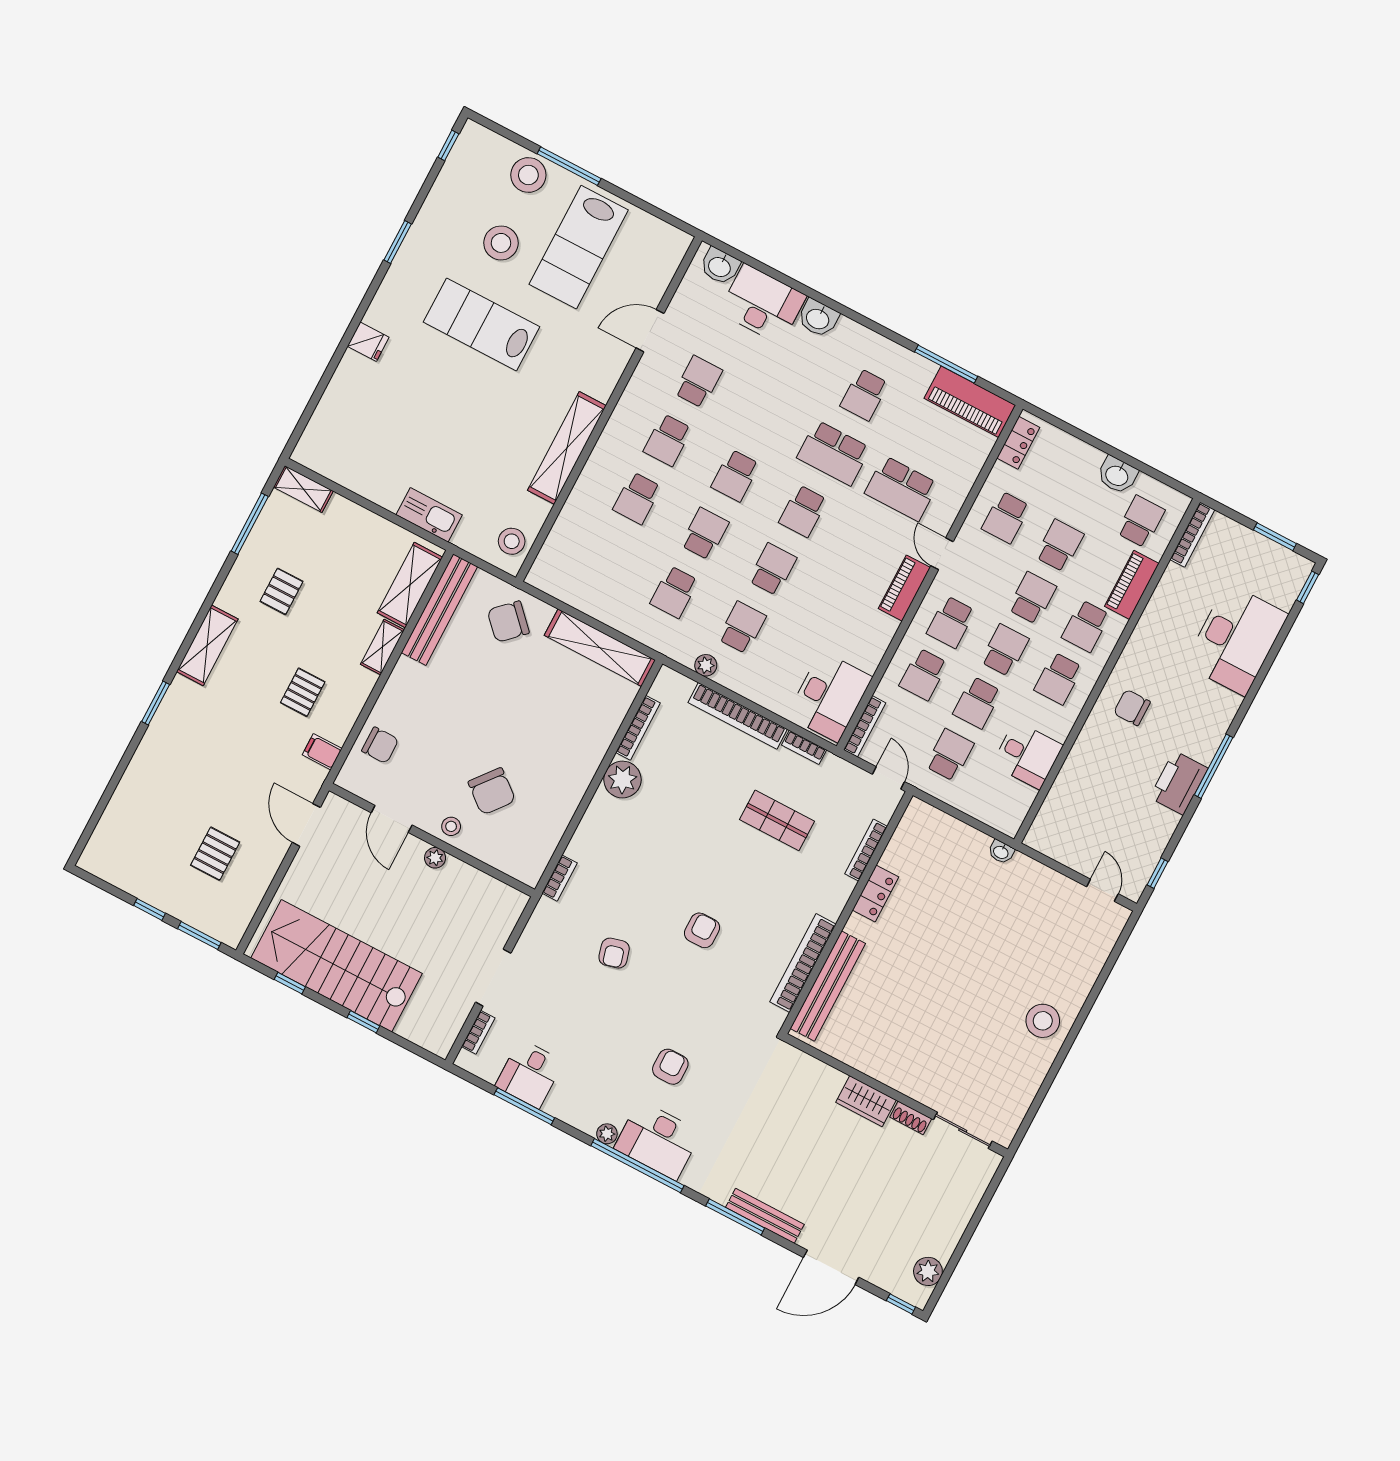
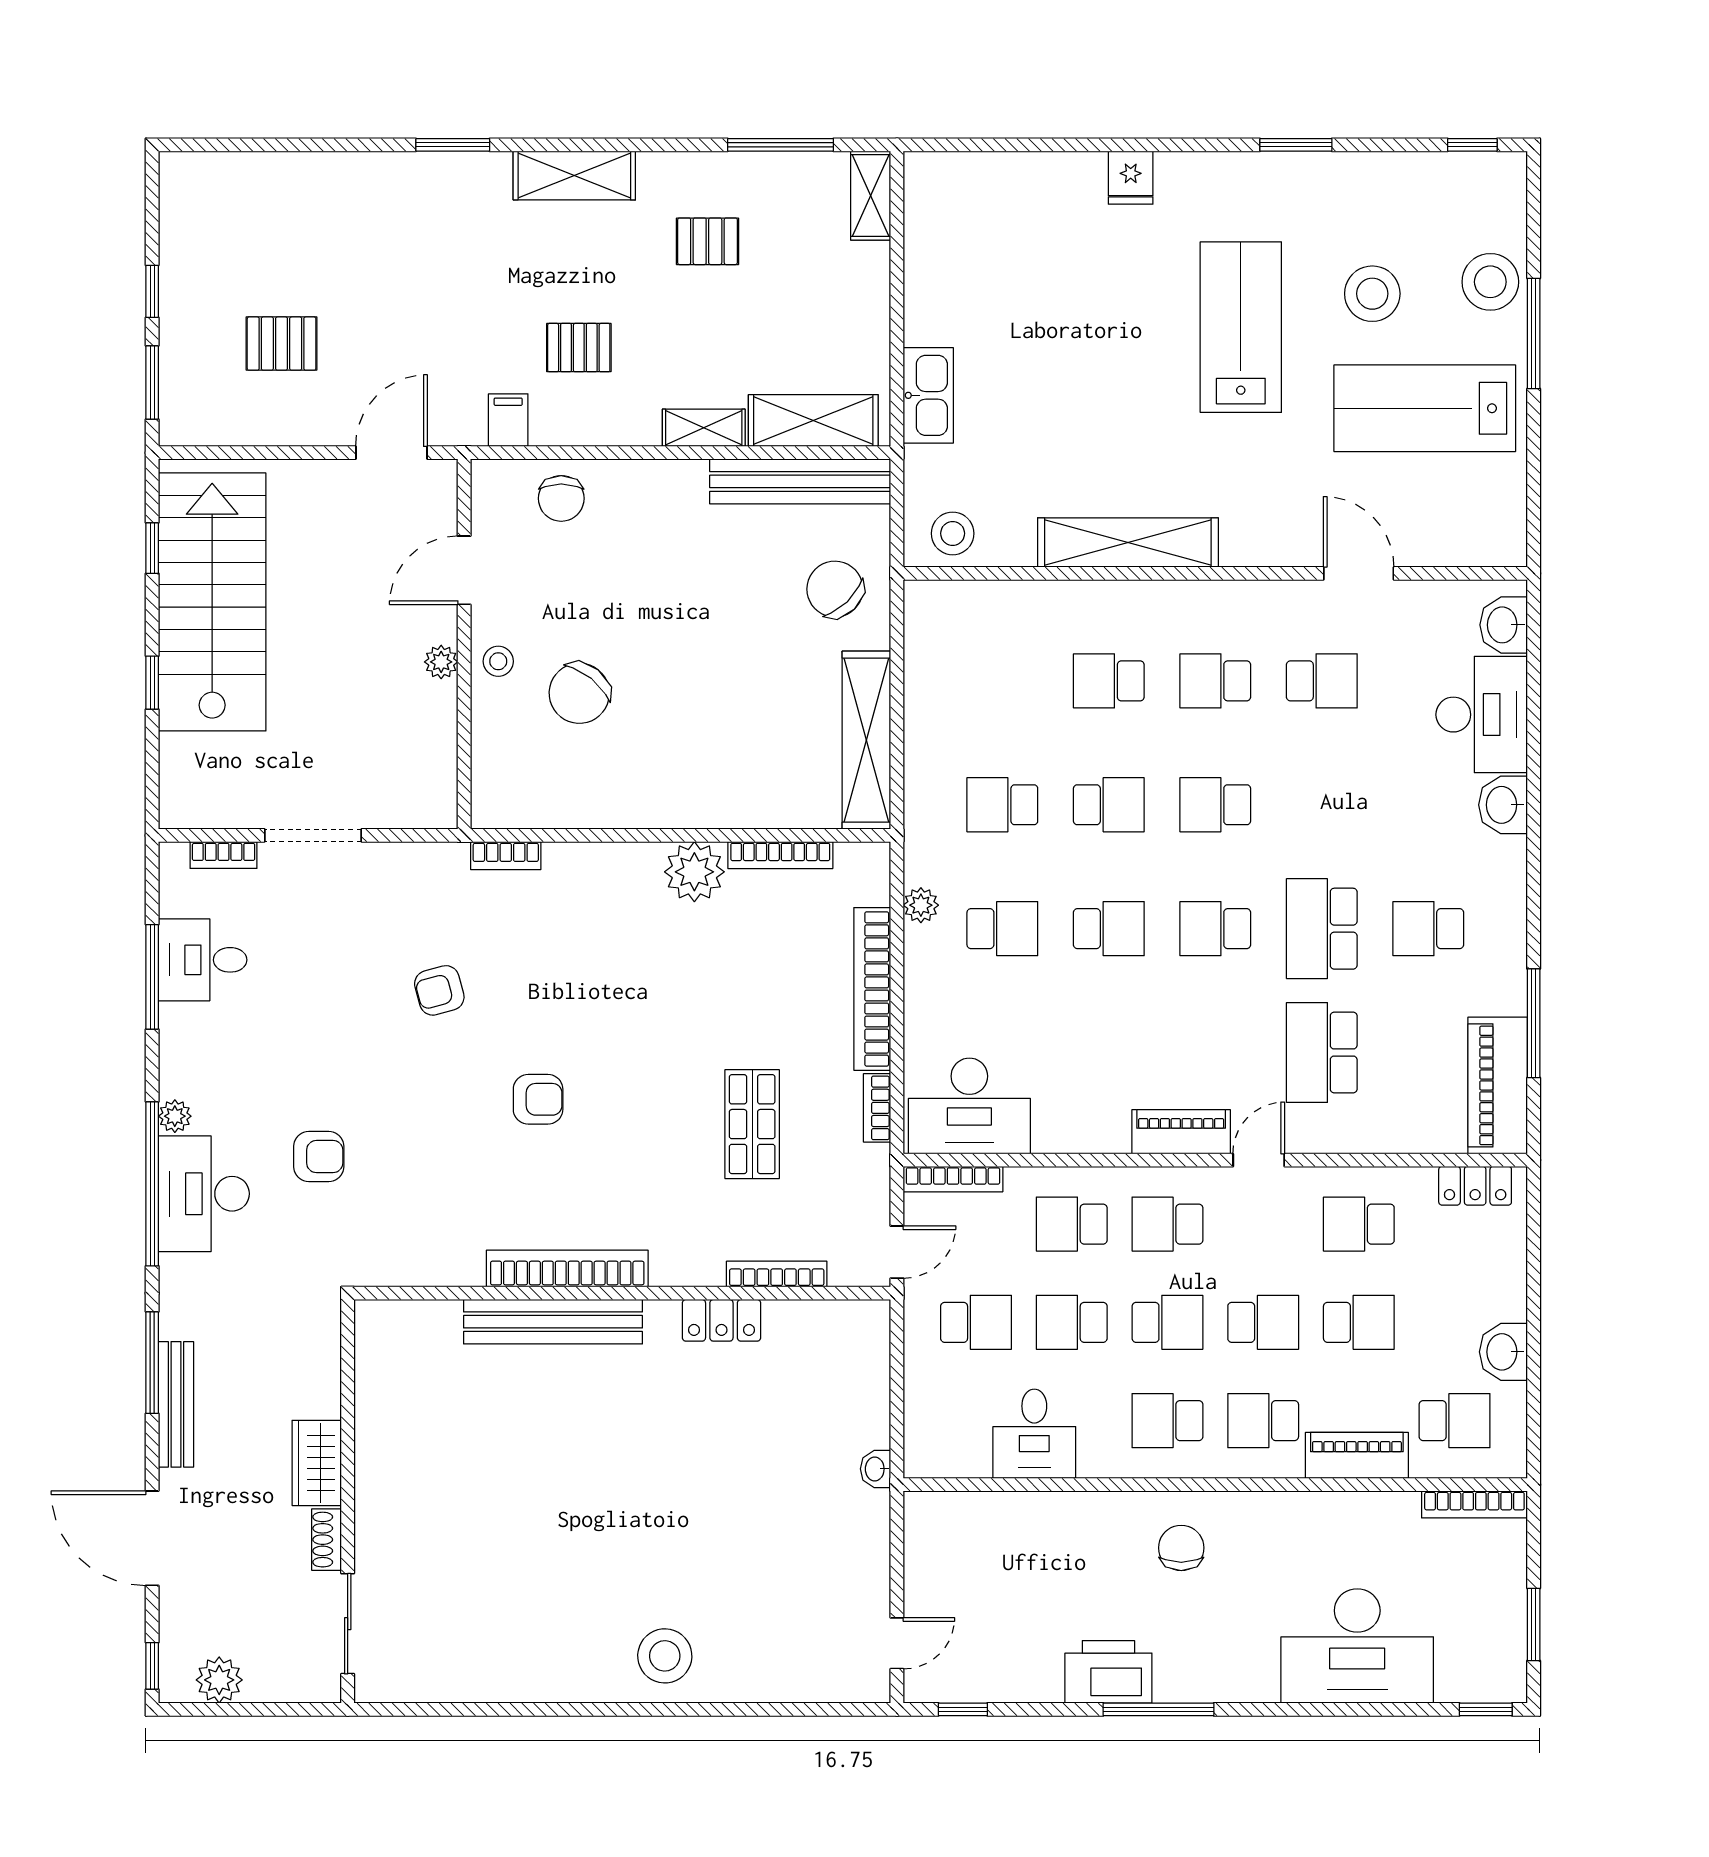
wall: (896, 1095) -> (348, 1501), moved
wardrobe: (866, 1101) -> (317, 1463), moved
shoe rack: (911, 1118) -> (327, 1540), moved
sliding door: (963, 1130) -> (348, 1624), moved

